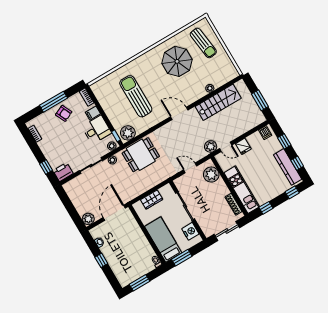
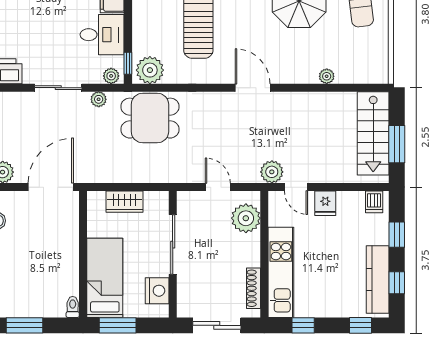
stairs: (218, 102) -> (373, 133), moved, turned 90

